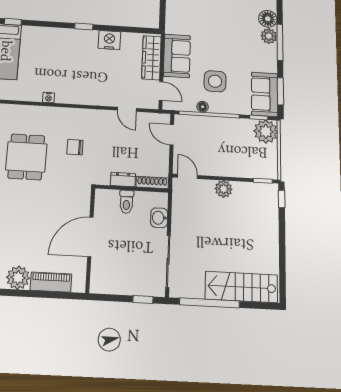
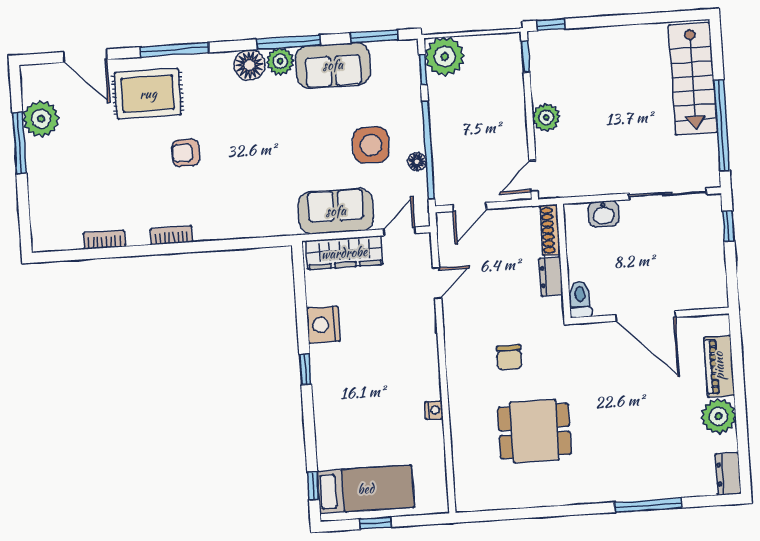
sofa: (265, 94) -> (333, 65), moved
toilet: (126, 202) -> (580, 299), moved, turned -90

